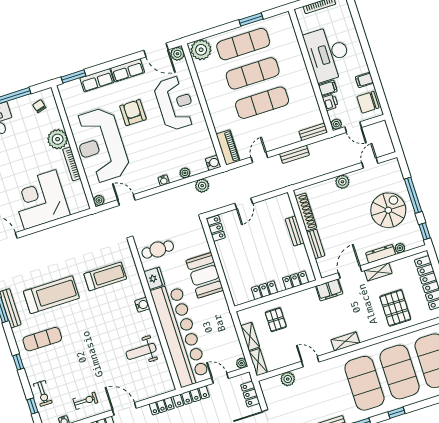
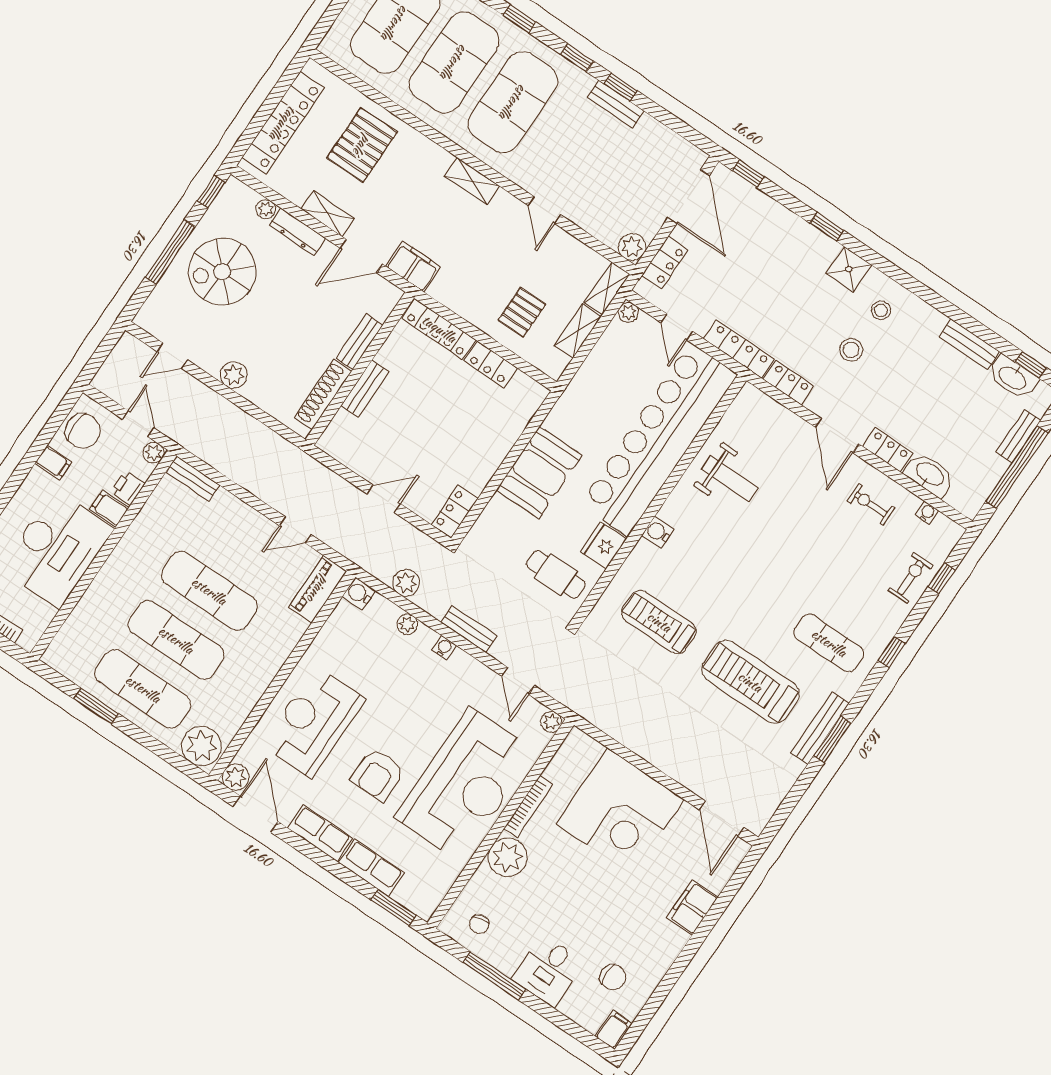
bench: (295, 154) -> (469, 629), moved
locker: (295, 280) -> (439, 329), width x1.53
plant: (288, 379) -> (632, 247), moved

